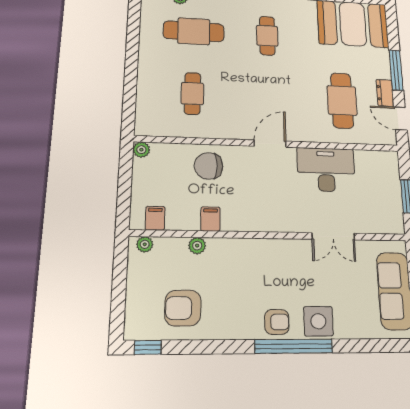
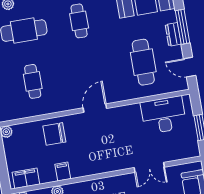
dresser: (385, 93) -> (173, 34), moved
desk: (326, 170) -> (164, 115), moved
filing cabinet: (155, 218) -> (26, 178), width x2.00

